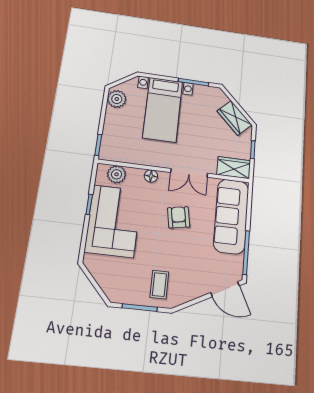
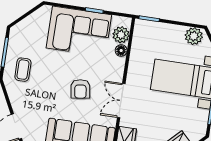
floor lamp: (151, 176) -> (121, 51), moved
armchair: (179, 217) -> (80, 89), turned 92
coffee table: (159, 285) -> (23, 70), turned 90

